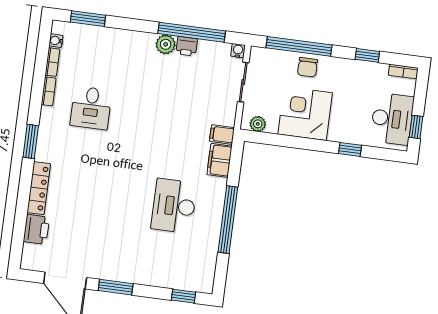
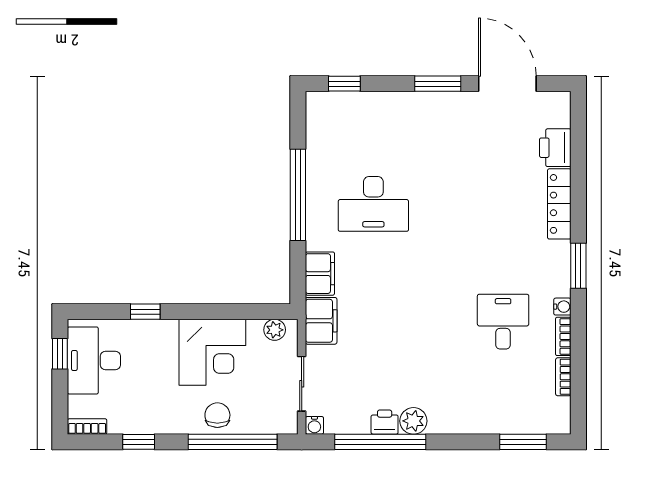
water cooler: (56, 41) -> (562, 307), moved
filing cabinet: (222, 134) -> (321, 321), width x2.00
desk: (174, 206) -> (373, 204), turned 90

